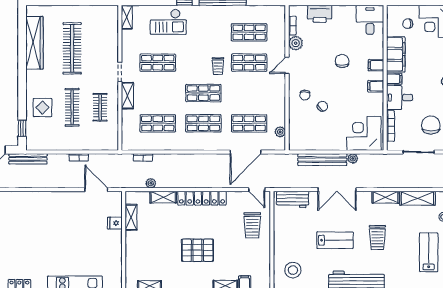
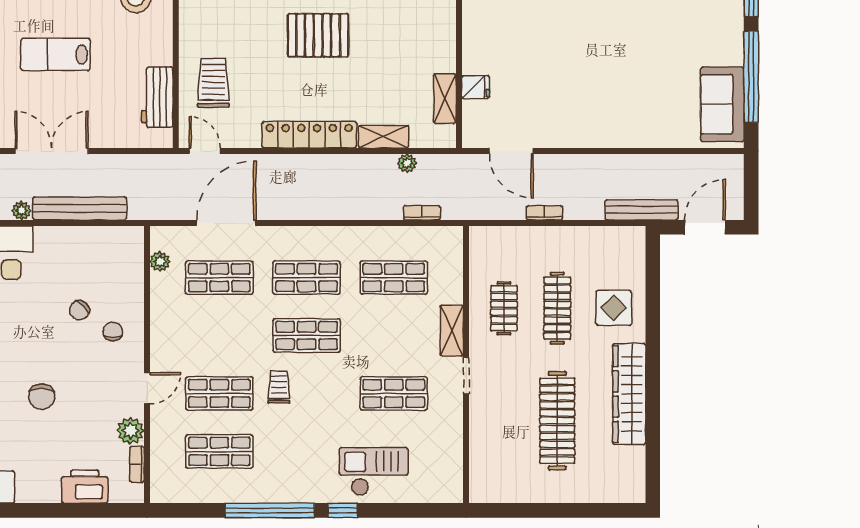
shelving: (127, 17) -> (453, 480), removed
wardrobe: (34, 43) -> (629, 394), moved
window: (22, 128) -> (653, 268), removed
workbench: (293, 199) -> (157, 97), moved, turned -90

